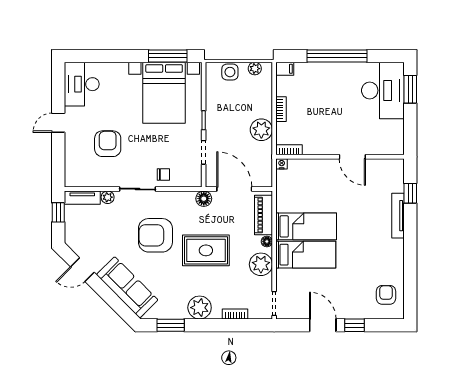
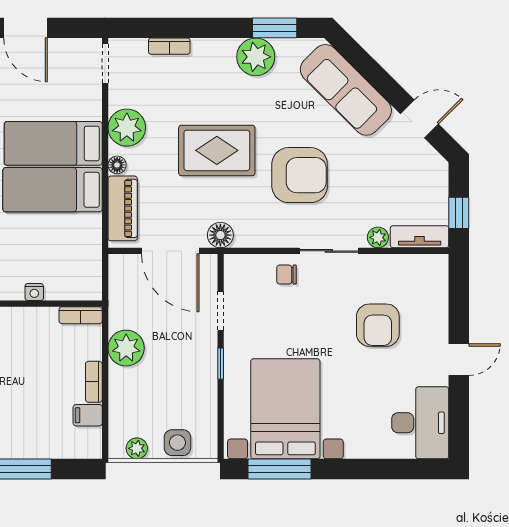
filing cabinet: (285, 69) -> (88, 415), moved
nightstand: (282, 164) -> (34, 292), moved
plant: (200, 308) -> (256, 57), moved

